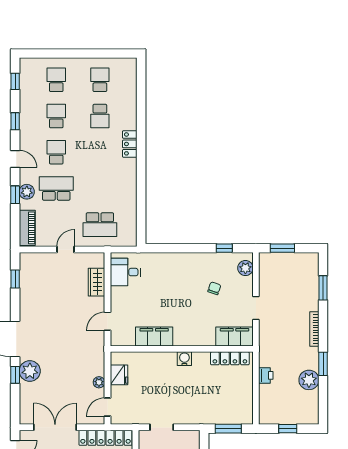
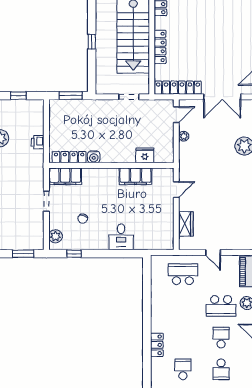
school desk: (56, 152) -> (221, 338), turned 180
door: (65, 250) -> (213, 252), hinge flipped
desk: (125, 272) -> (121, 237), moved, turned 90
water cooler: (184, 359) -> (94, 157), moved
fridge: (119, 375) -> (145, 155), moved, turned 90

